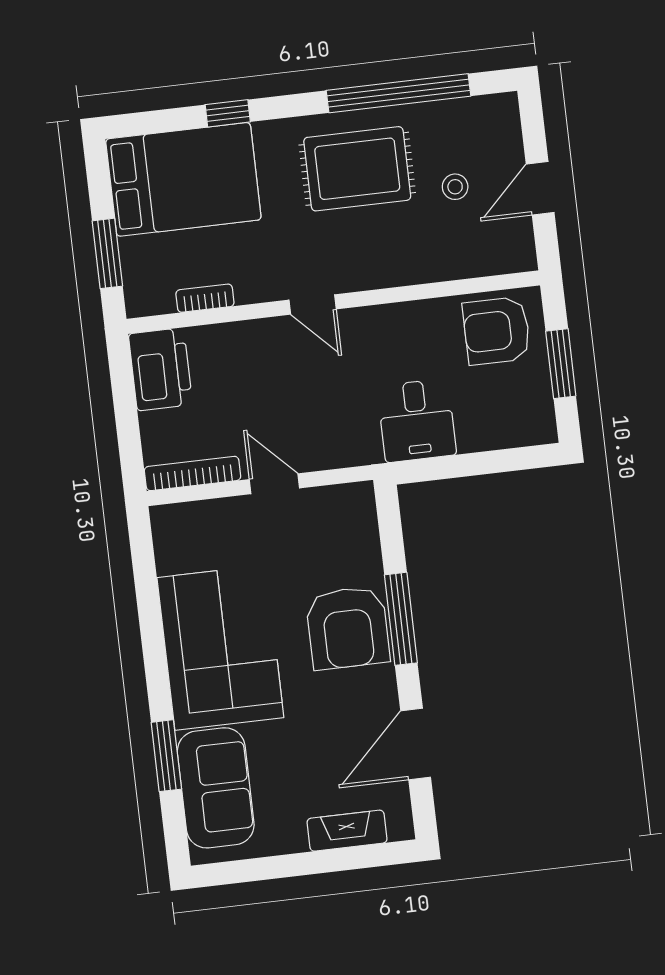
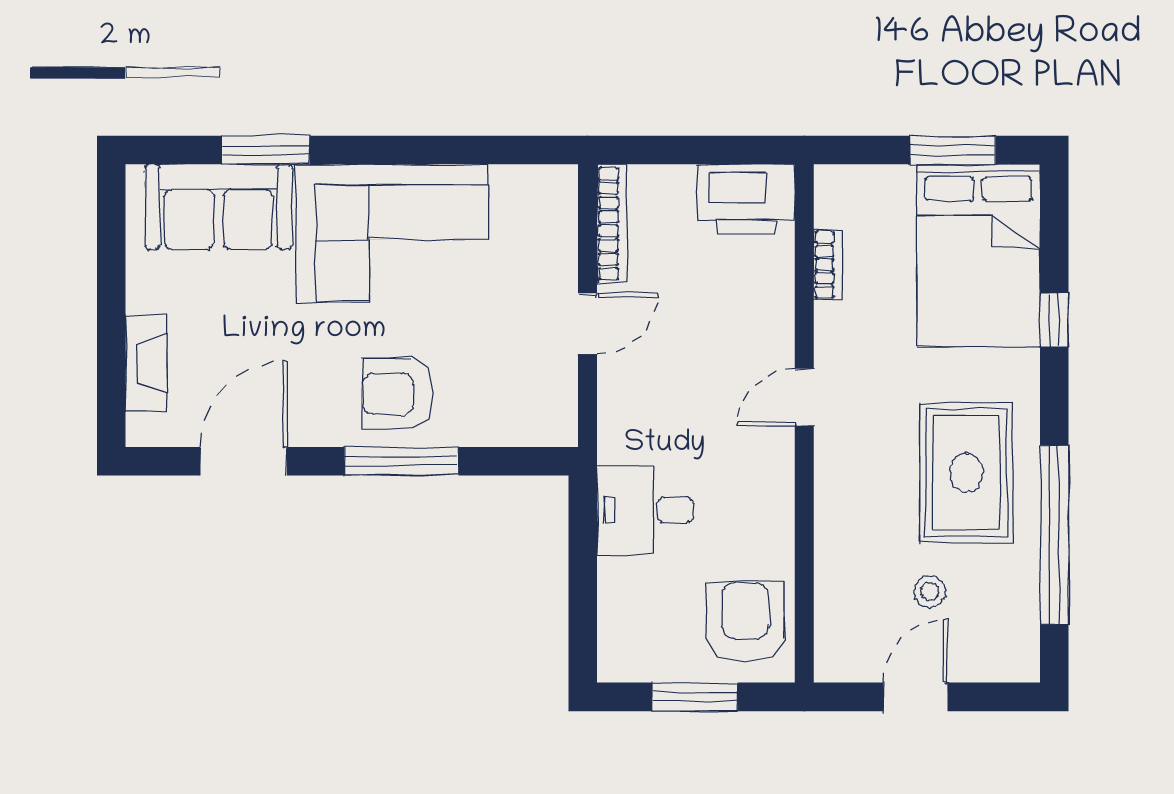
door: (540, 188) -> (915, 697), hinge flipped
window: (107, 253) -> (953, 150), moved
armchair: (348, 628) -> (398, 394), width x0.73, depth x0.73
door: (416, 744) -> (244, 461), hinge flipped

